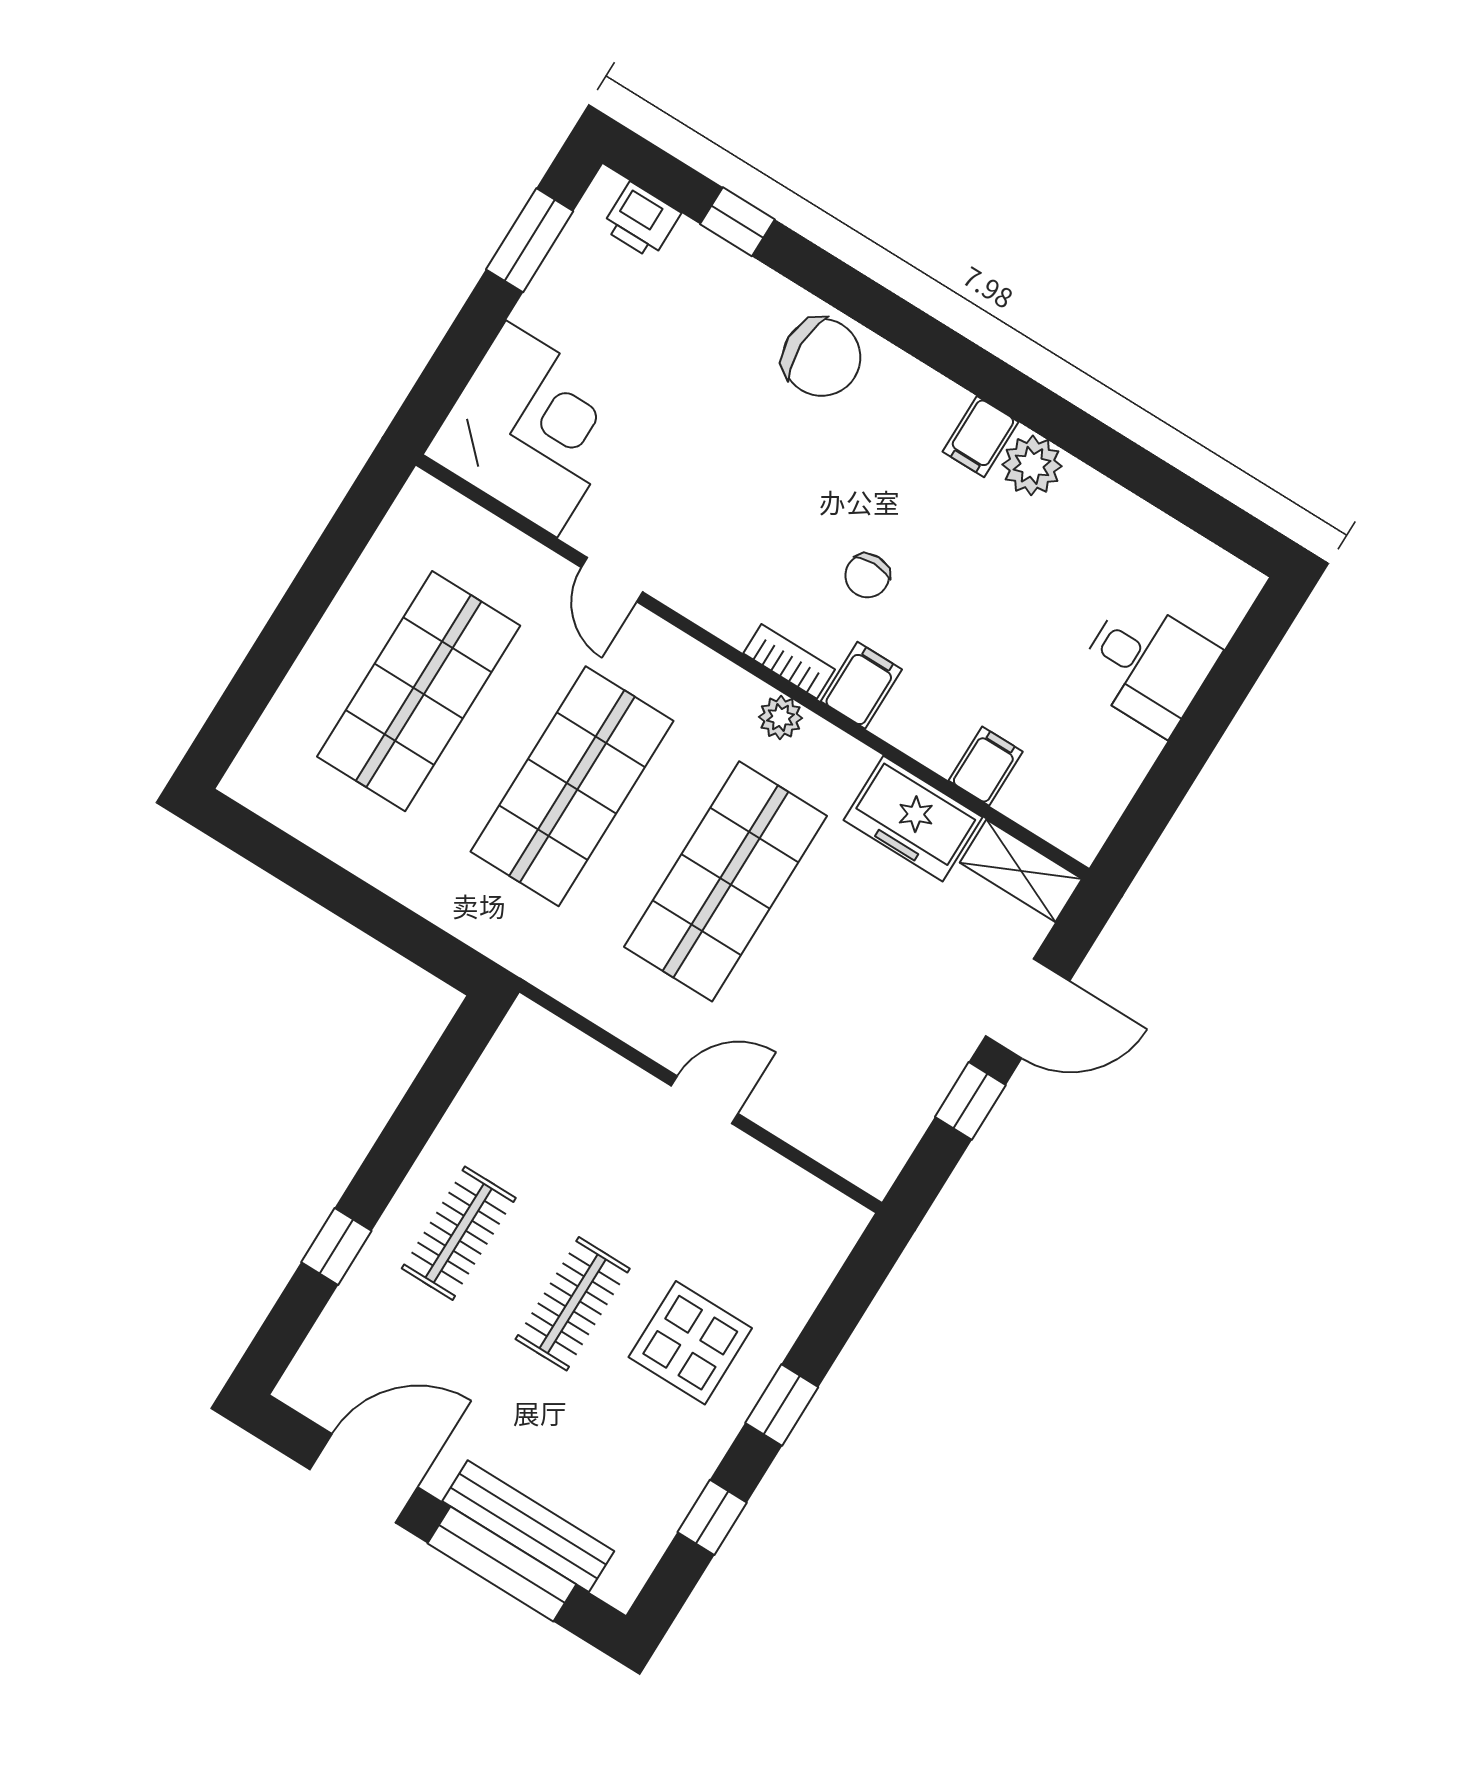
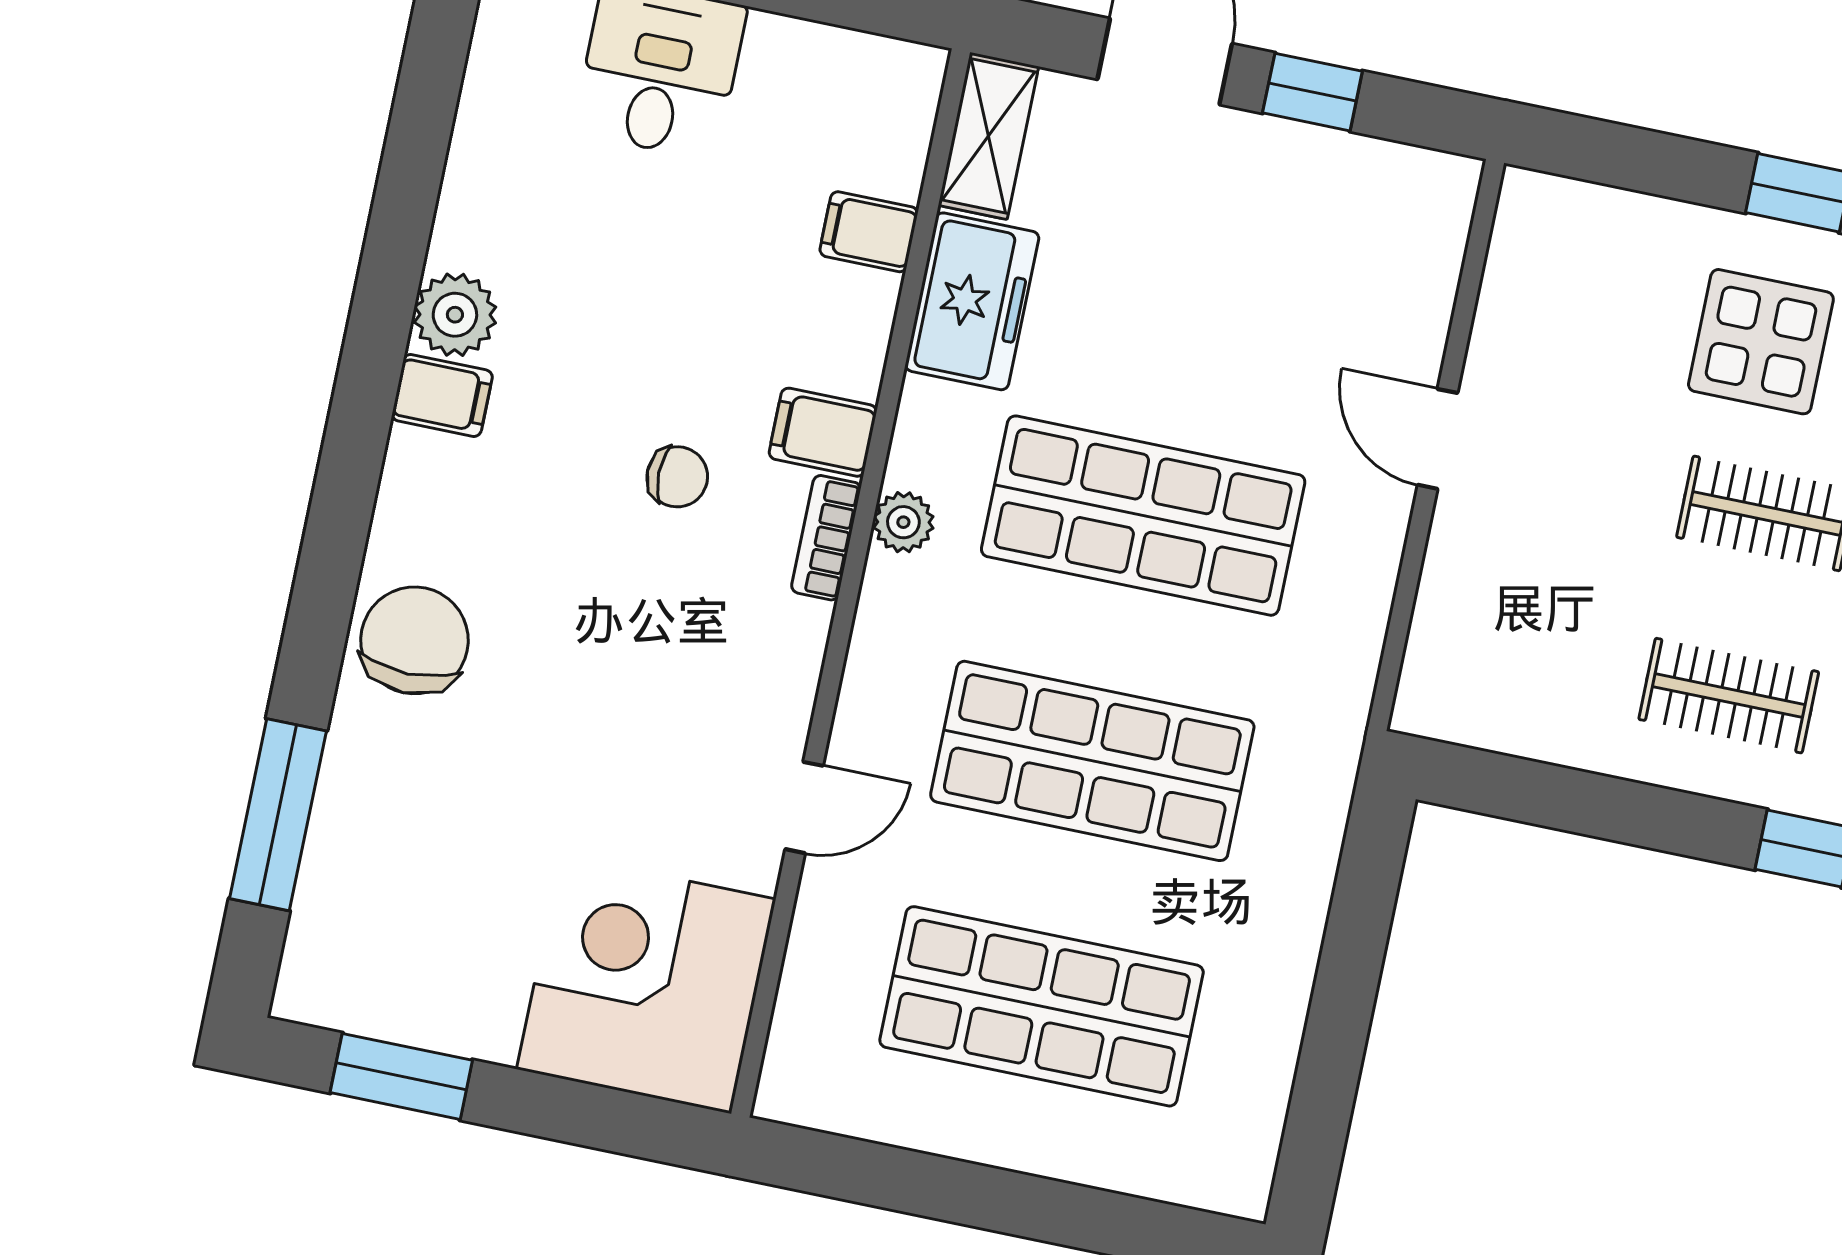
printer: (641, 220) -> (322, 941), removed
window: (737, 222) -> (278, 815), width x2.17

